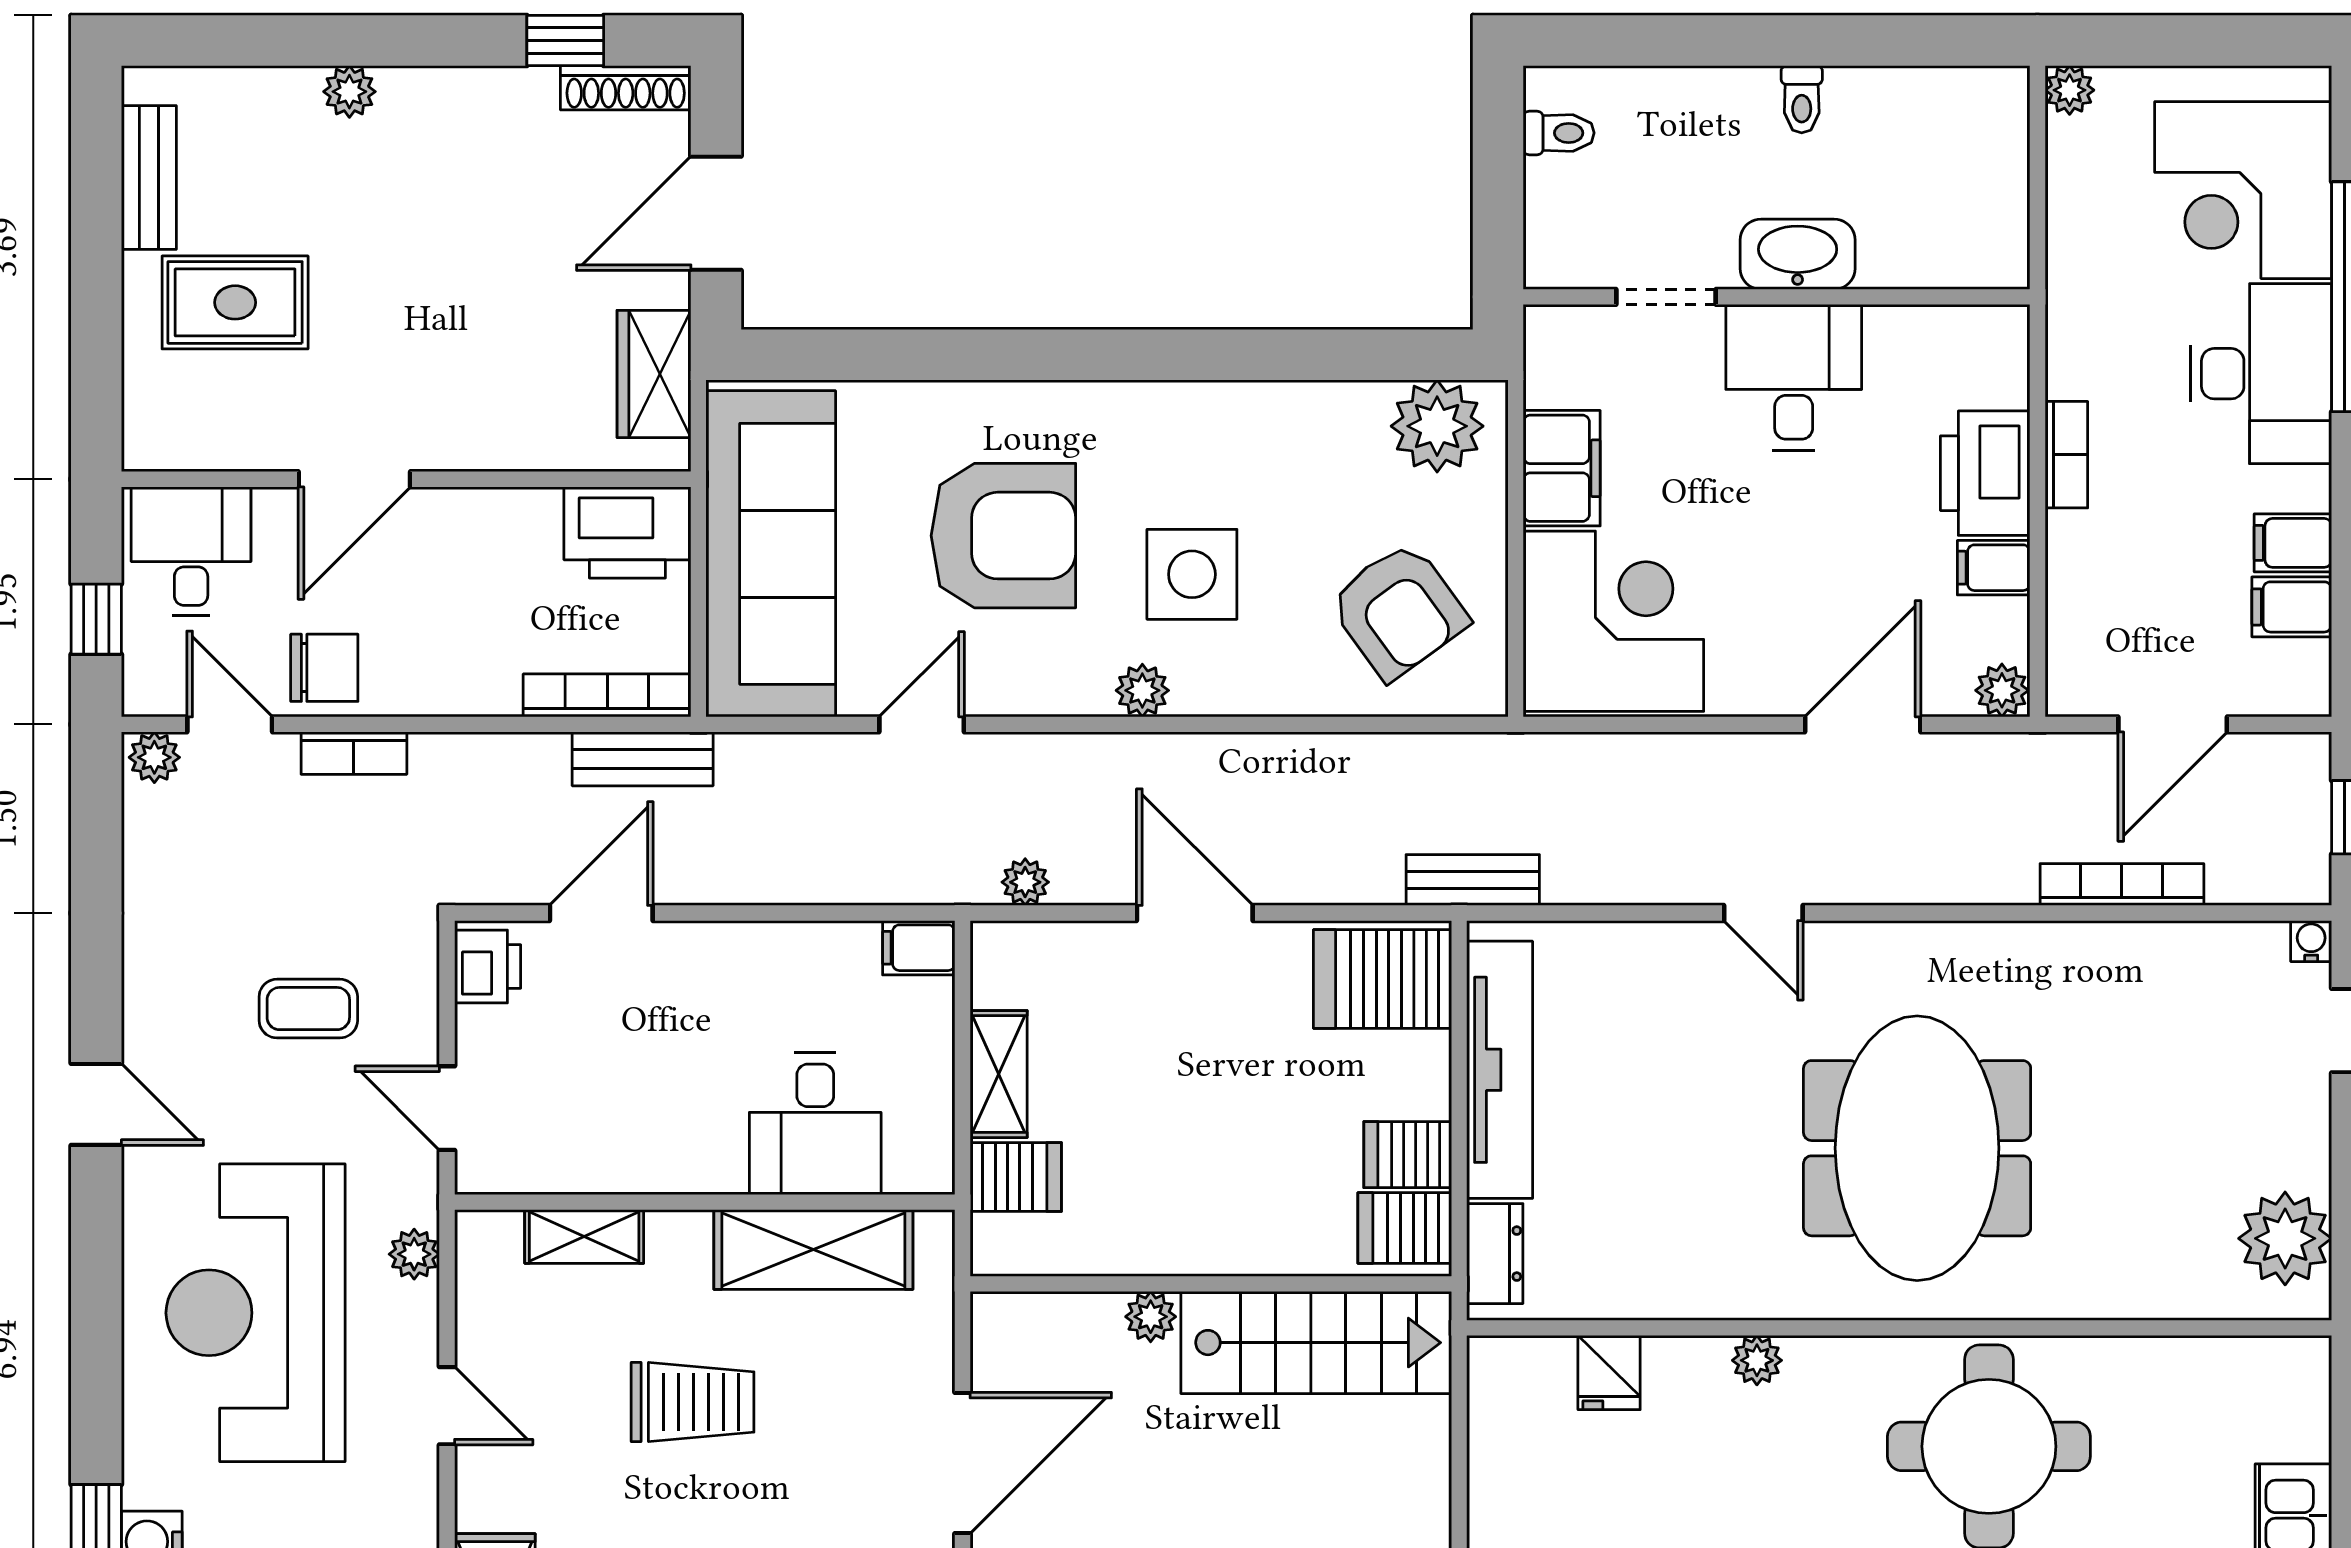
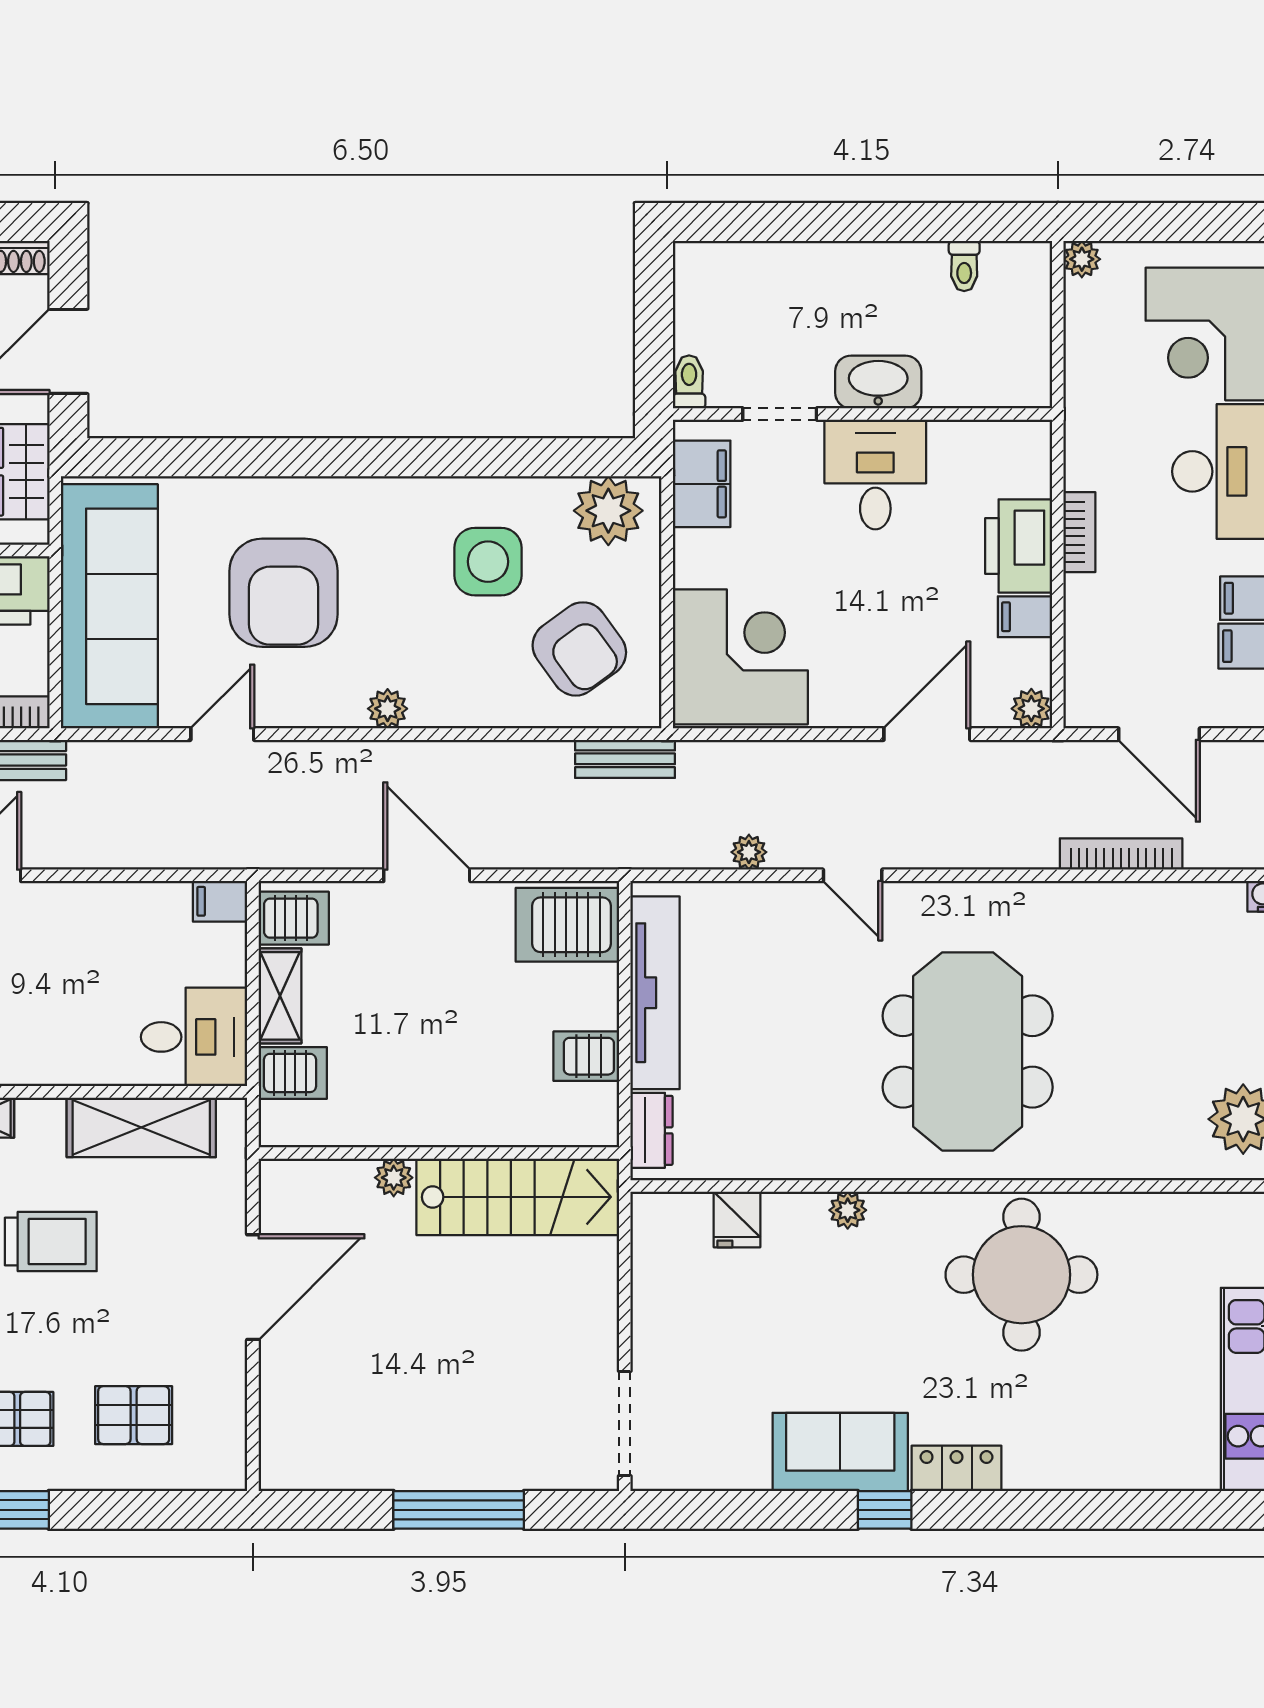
toilet: (1802, 99) -> (964, 266), moved
toilet: (1559, 133) -> (689, 382), moved, turned -90
filing cabinet: (1562, 468) -> (702, 484), moved
armchair: (1003, 536) -> (283, 593), turned 90
side table: (1192, 574) -> (488, 562), moved
door: (2173, 724) -> (1159, 734), hinge flipped
bench: (1473, 880) -> (625, 759), moved
plant: (1025, 882) -> (749, 852), moved
desk: (815, 1124) -> (194, 1037), moved, turned -90
server rack: (1405, 1228) -> (294, 918), moved, turned 180

